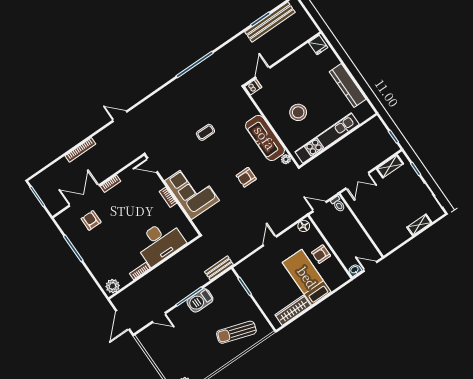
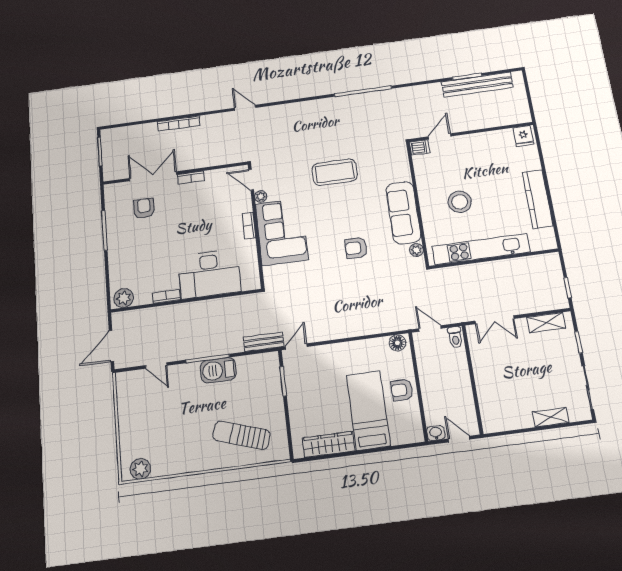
coffee table: (205, 132) -> (335, 172), width x1.86, depth x1.72
plant: (165, 174) -> (261, 196), added
door: (270, 241) -> (296, 347), moved

